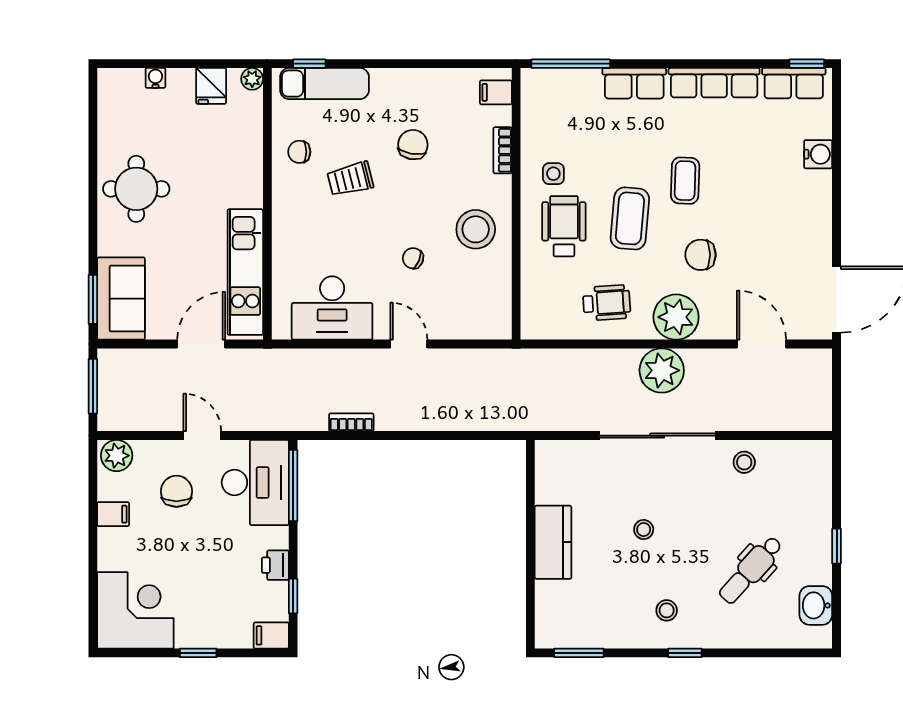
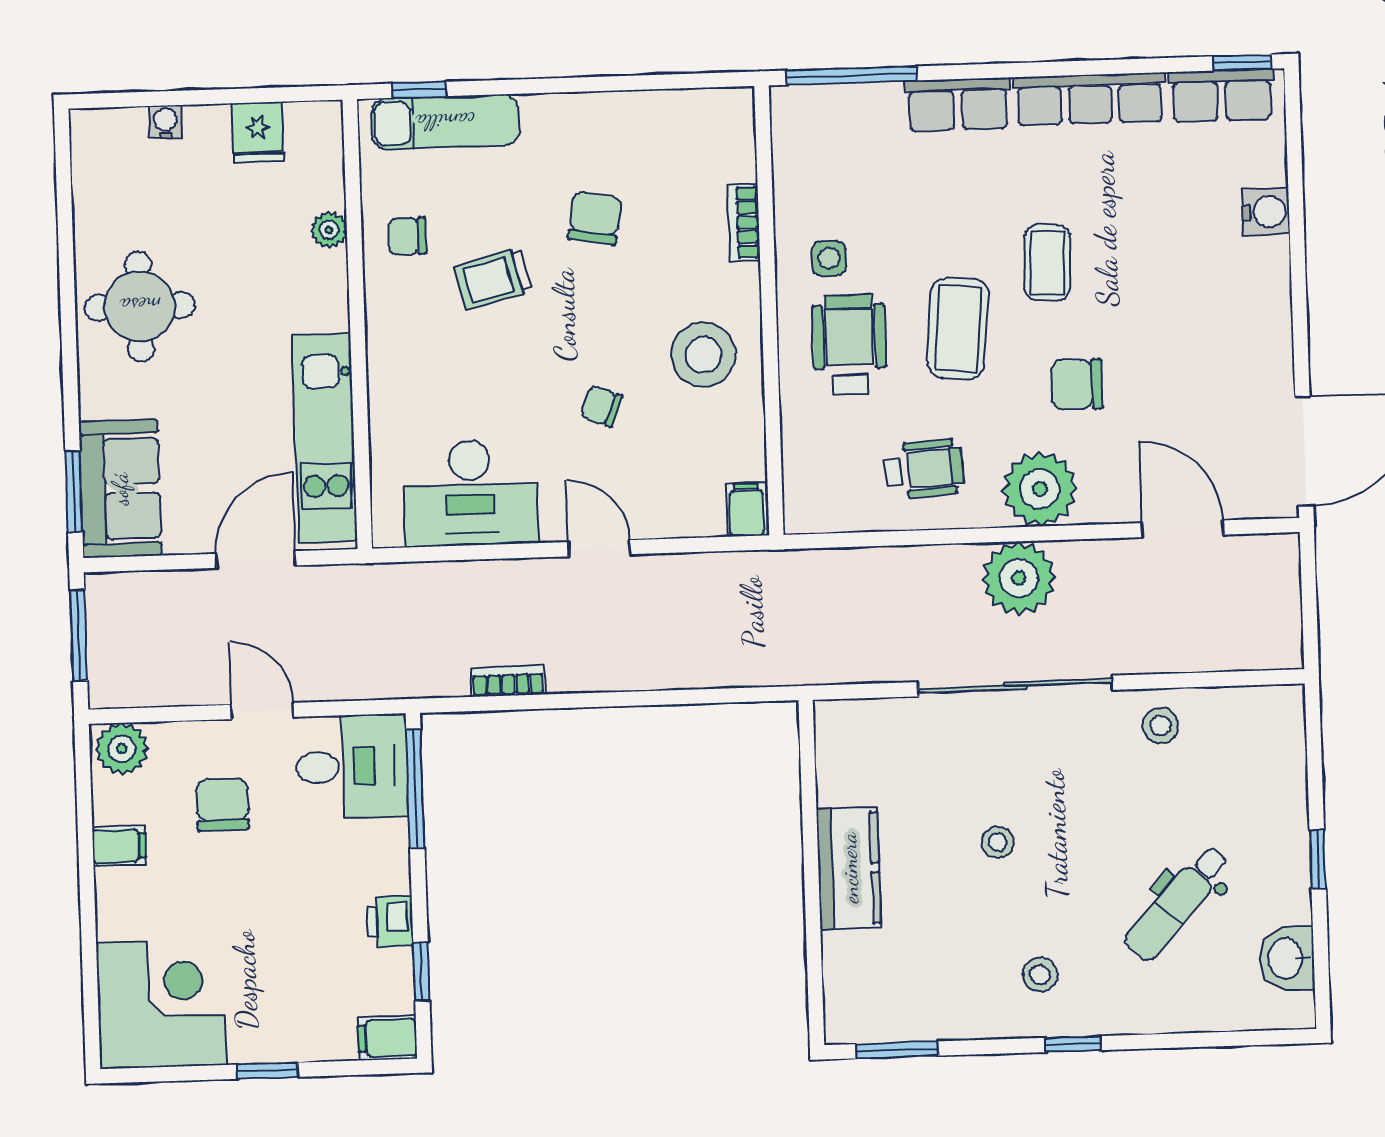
plant: (252, 79) -> (329, 230), moved
filing cabinet: (496, 92) -> (746, 510), moved, turned 90
desk: (255, 482) -> (352, 767), width x0.73

